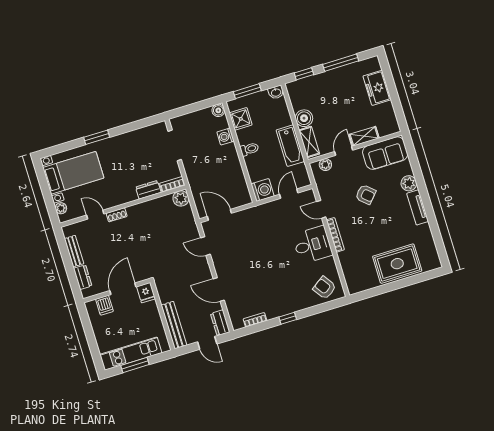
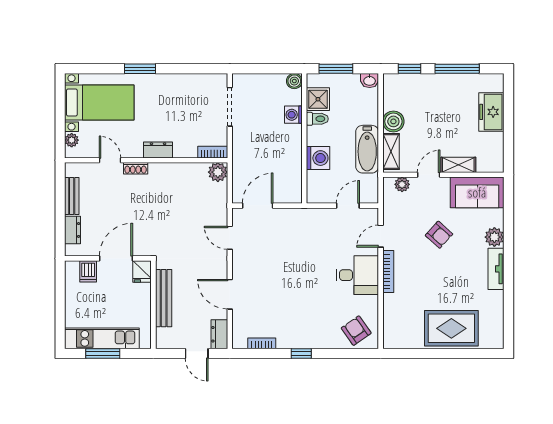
toilet: (249, 149) -> (317, 119), moved
dresser: (148, 190) -> (158, 150), moved
washing machine: (263, 190) -> (318, 158), moved
door: (321, 209) -> (381, 236), hinge flipped
door: (219, 215) -> (258, 206), hinge flipped
bench: (174, 325) -> (164, 298), moved

